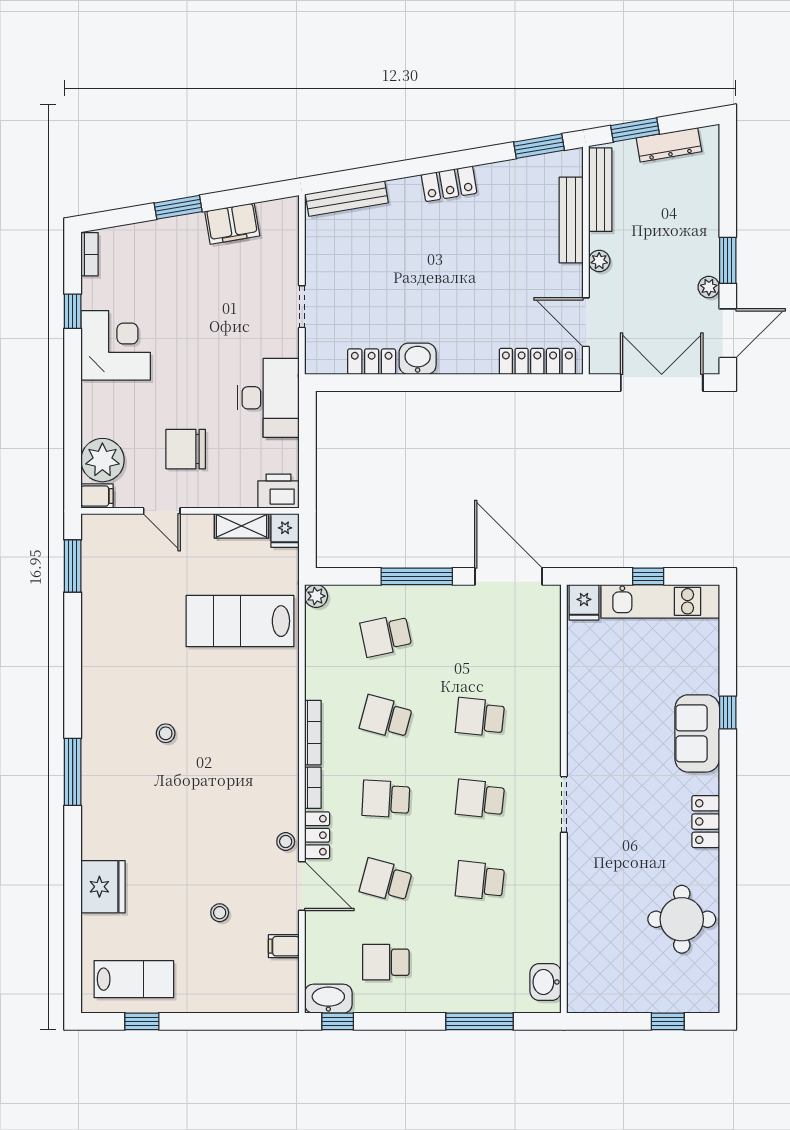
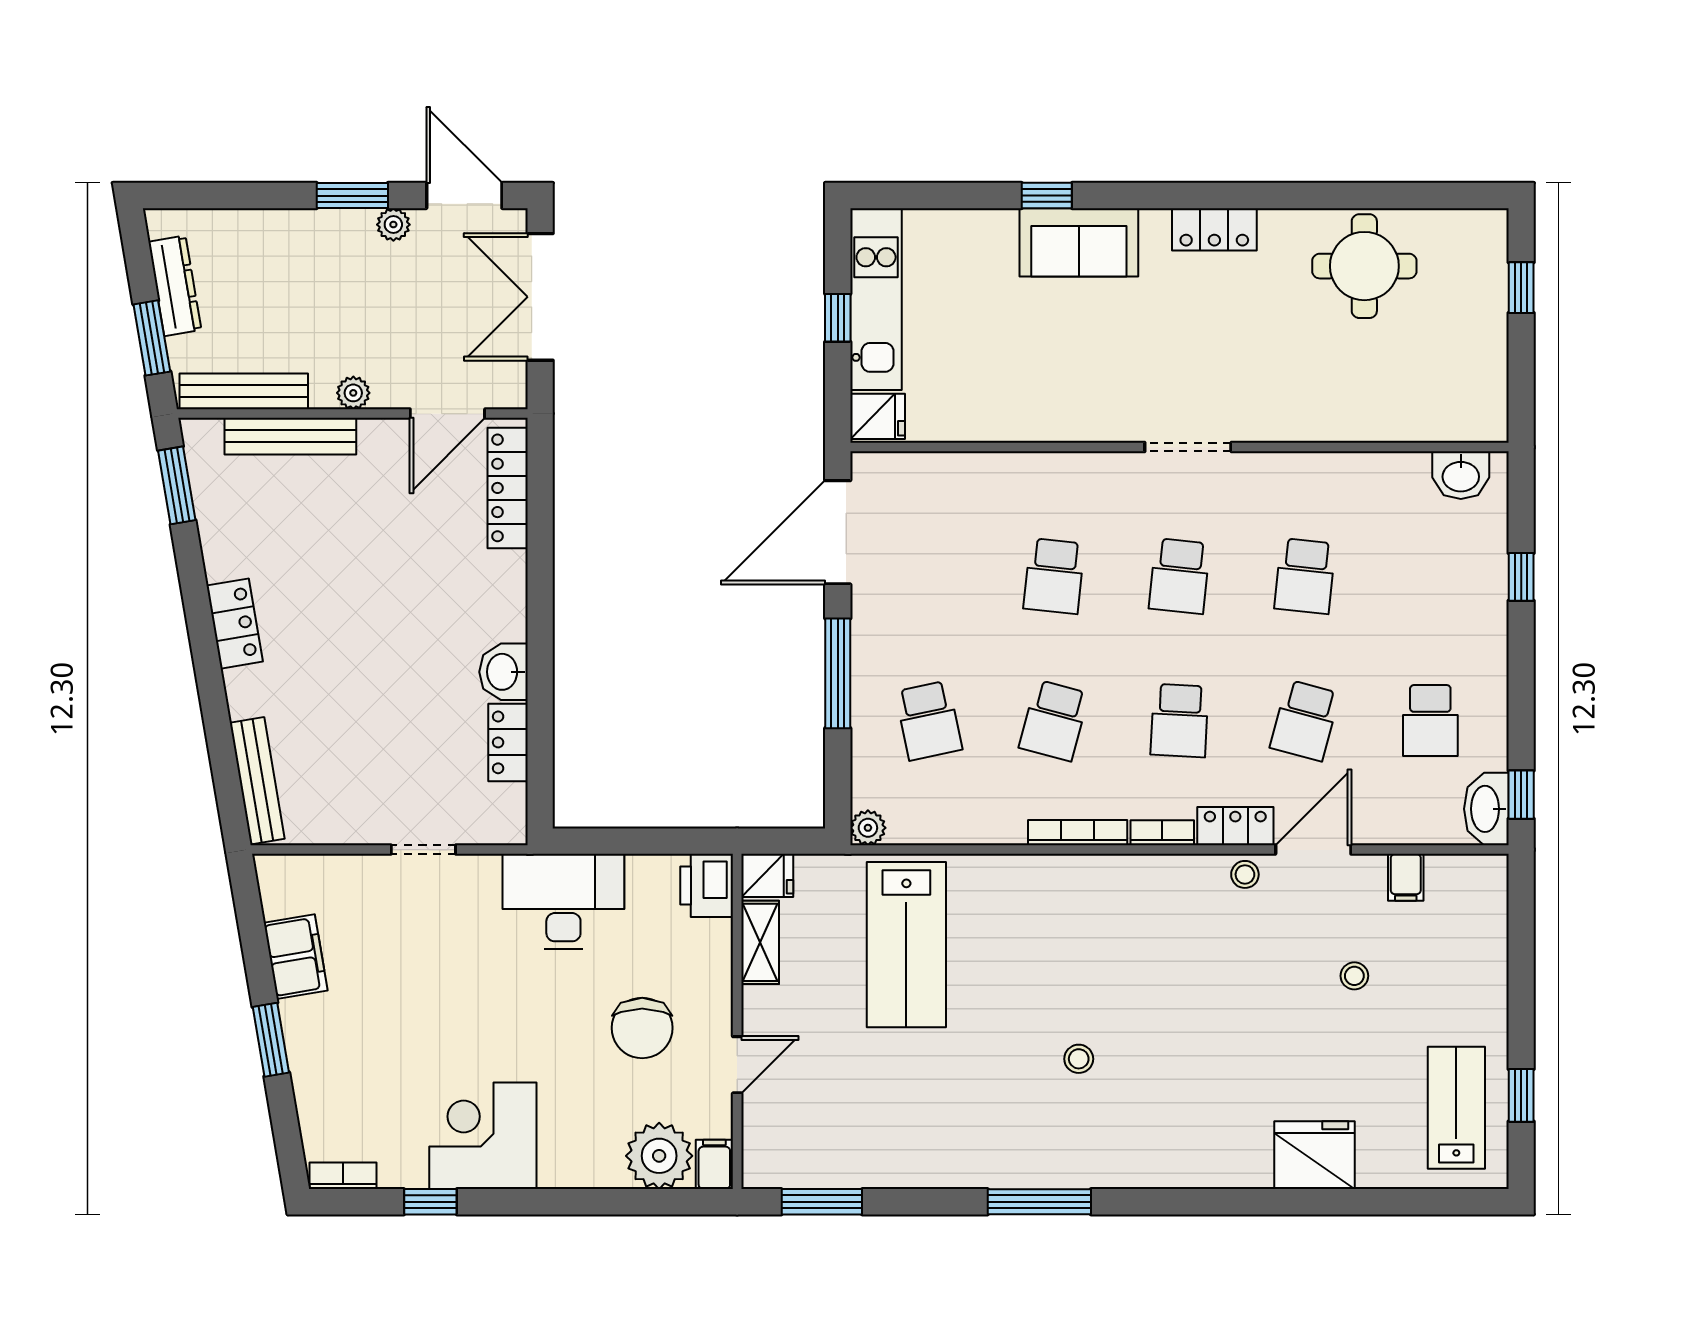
window: (73, 772) -> (1039, 1202), moved
window: (479, 1021) -> (1521, 577), width x0.46

